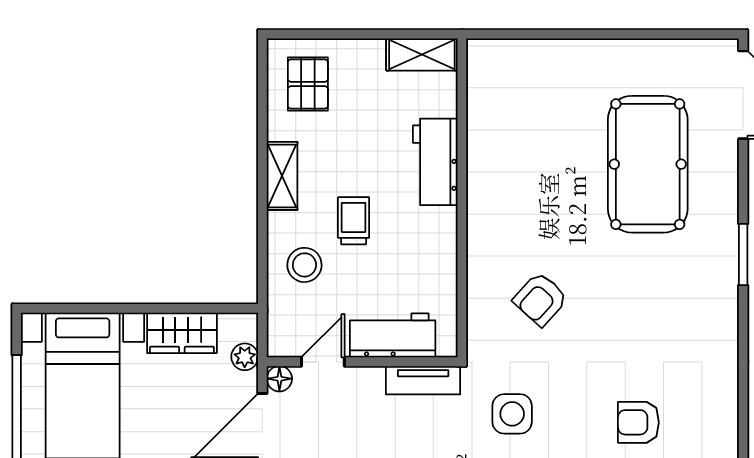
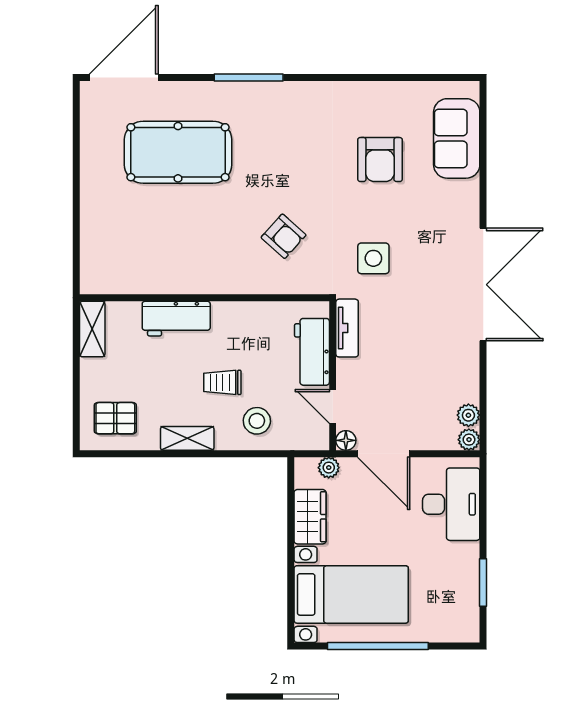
window: (743, 254) -> (249, 78), width x1.44
armchair: (638, 422) -> (380, 160), width x1.38, depth x1.38

